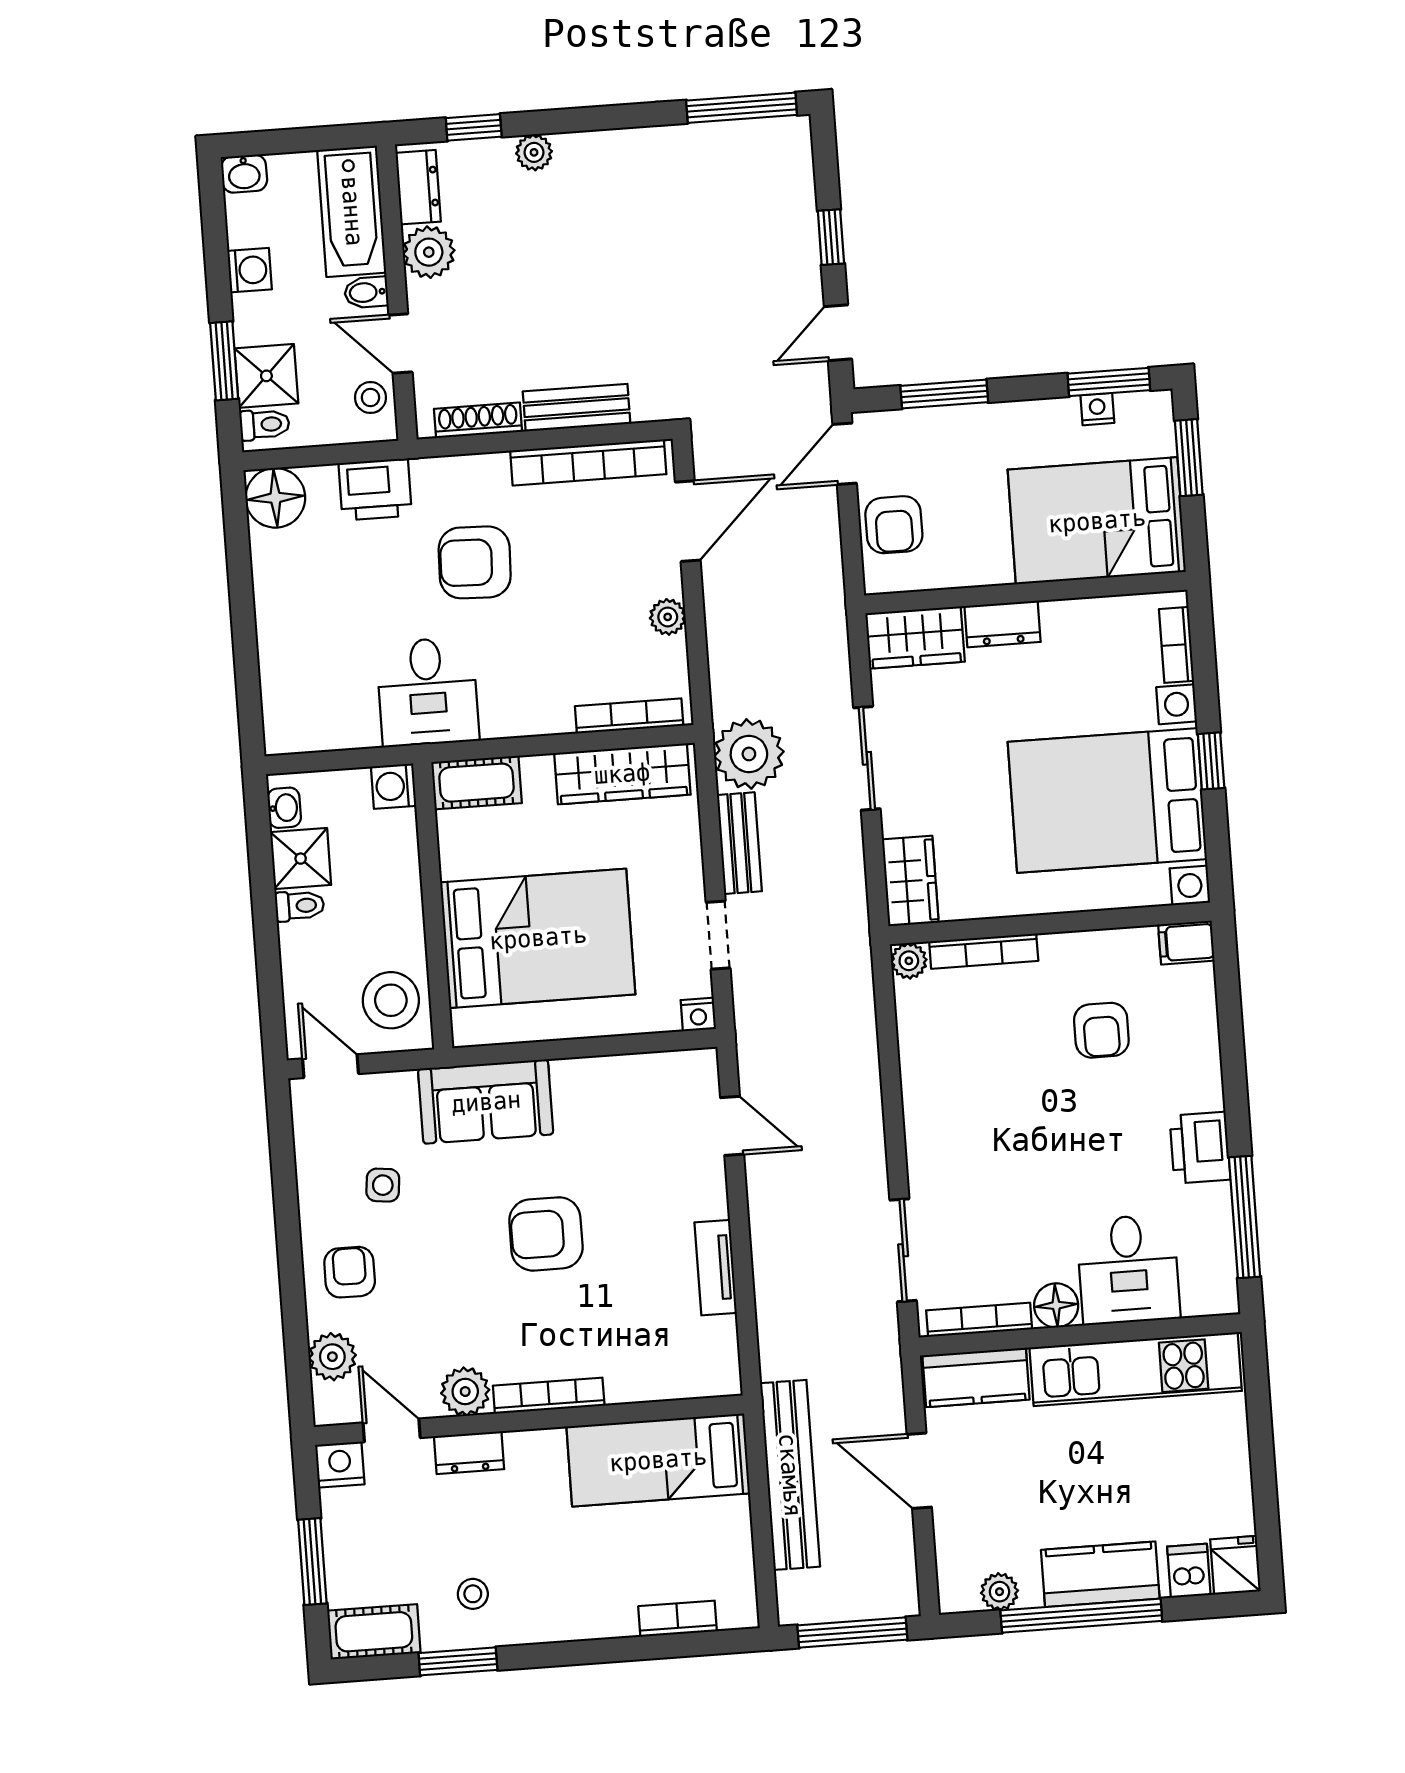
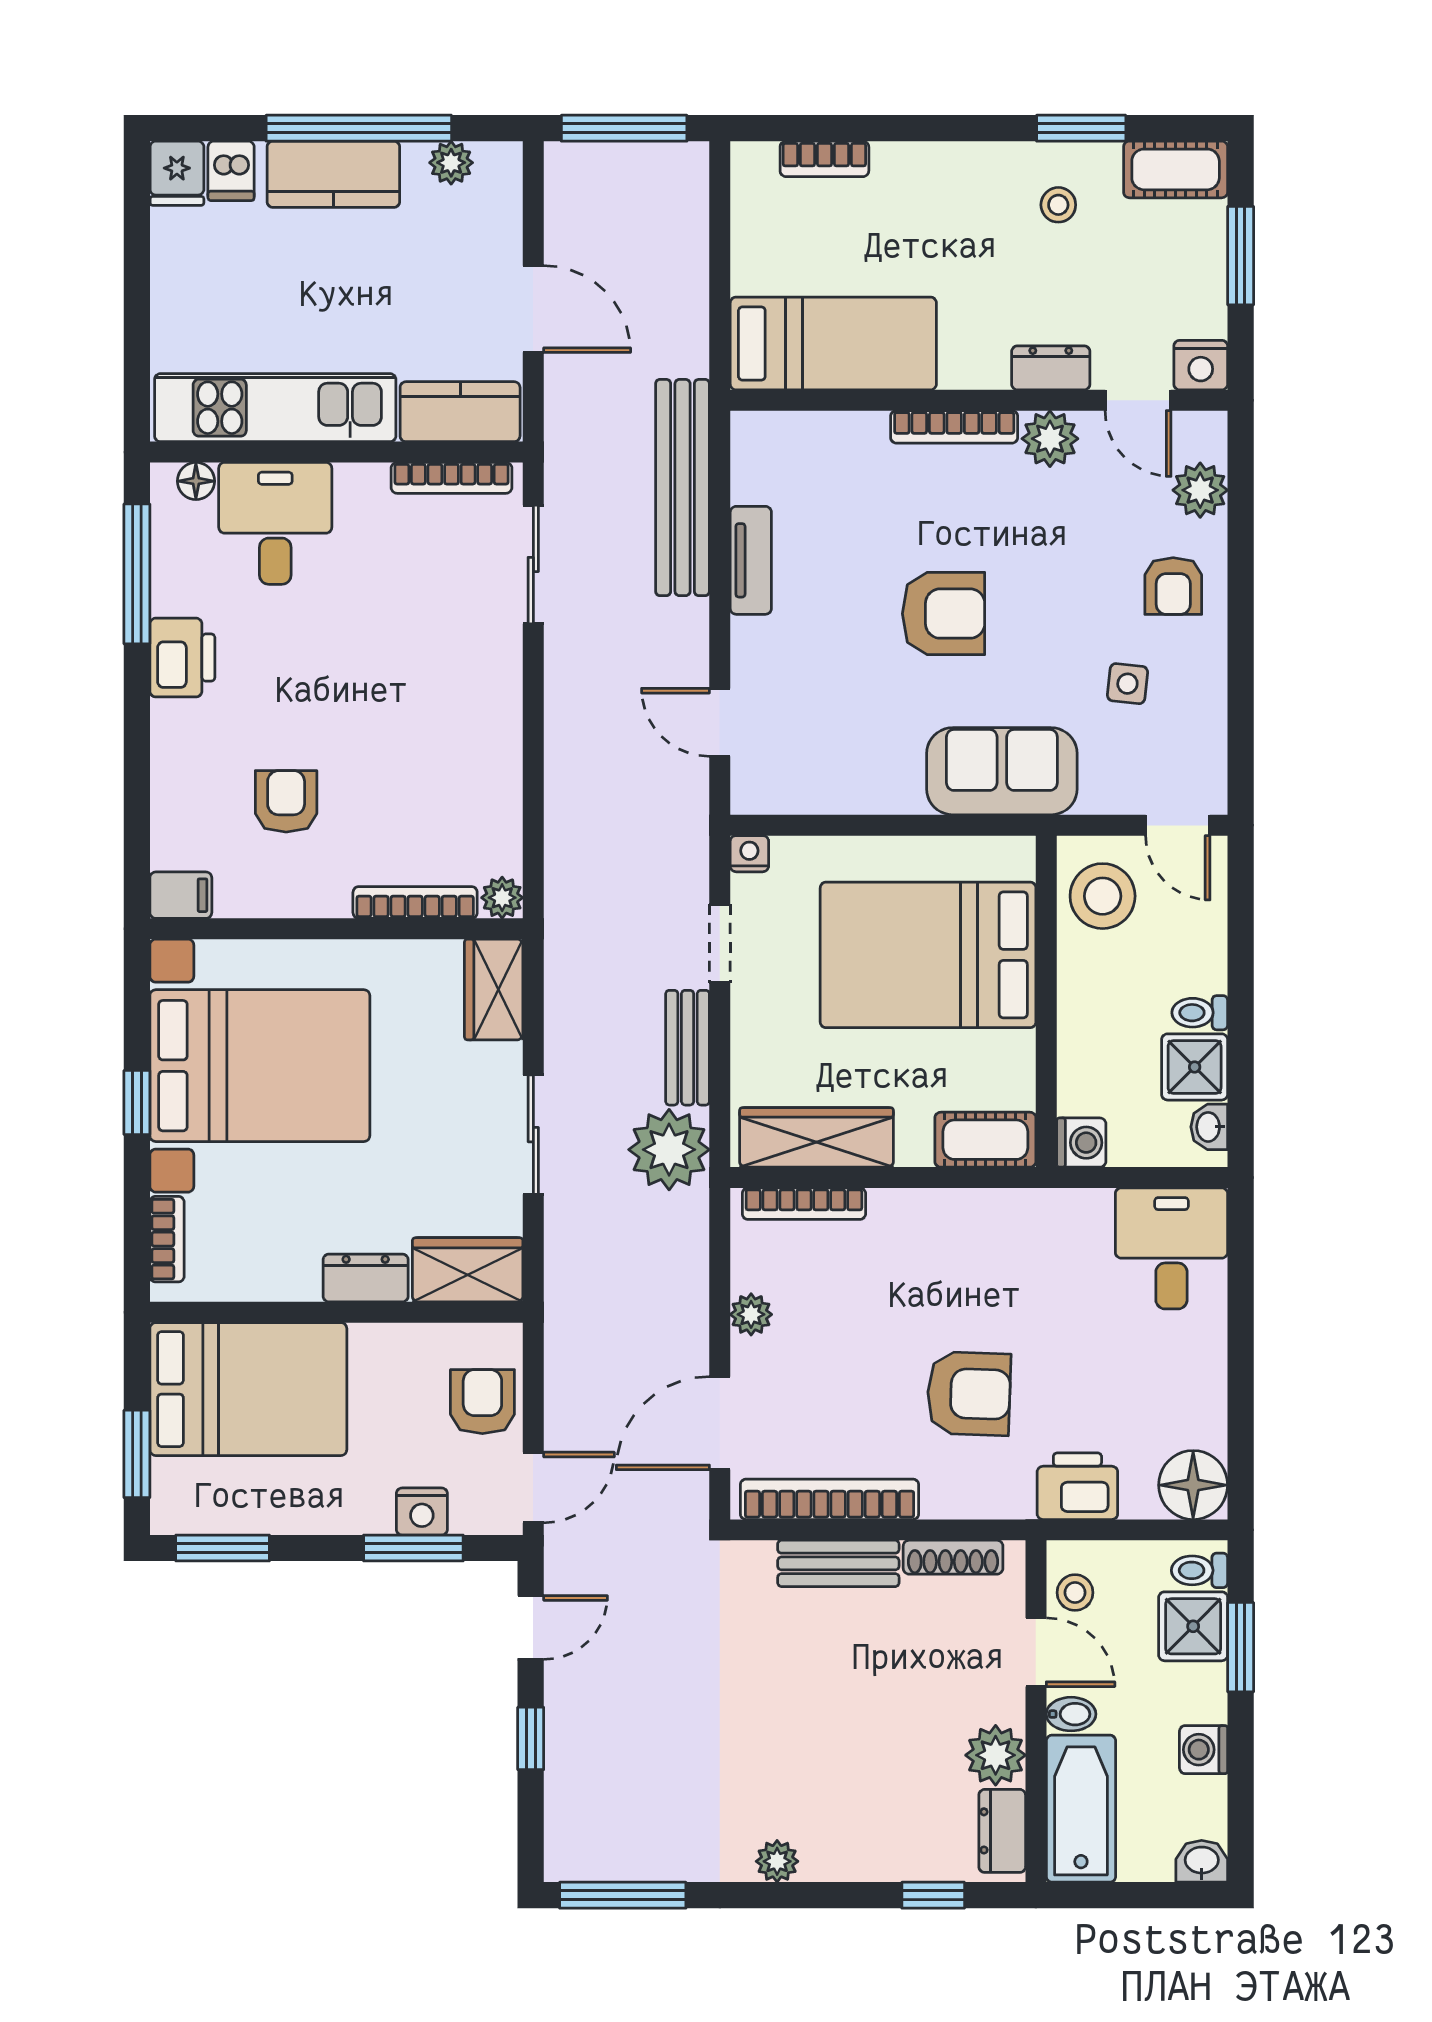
plant: (534, 152) -> (777, 1861), moved
nightstand: (1097, 409) -> (422, 1512), moved, width x1.39, depth x1.35
desk: (428, 692) -> (1171, 1248), moved
floor lamp: (1056, 1305) -> (196, 481), moved, width x0.73, depth x0.73
bench: (790, 1475) -> (683, 488), moved

